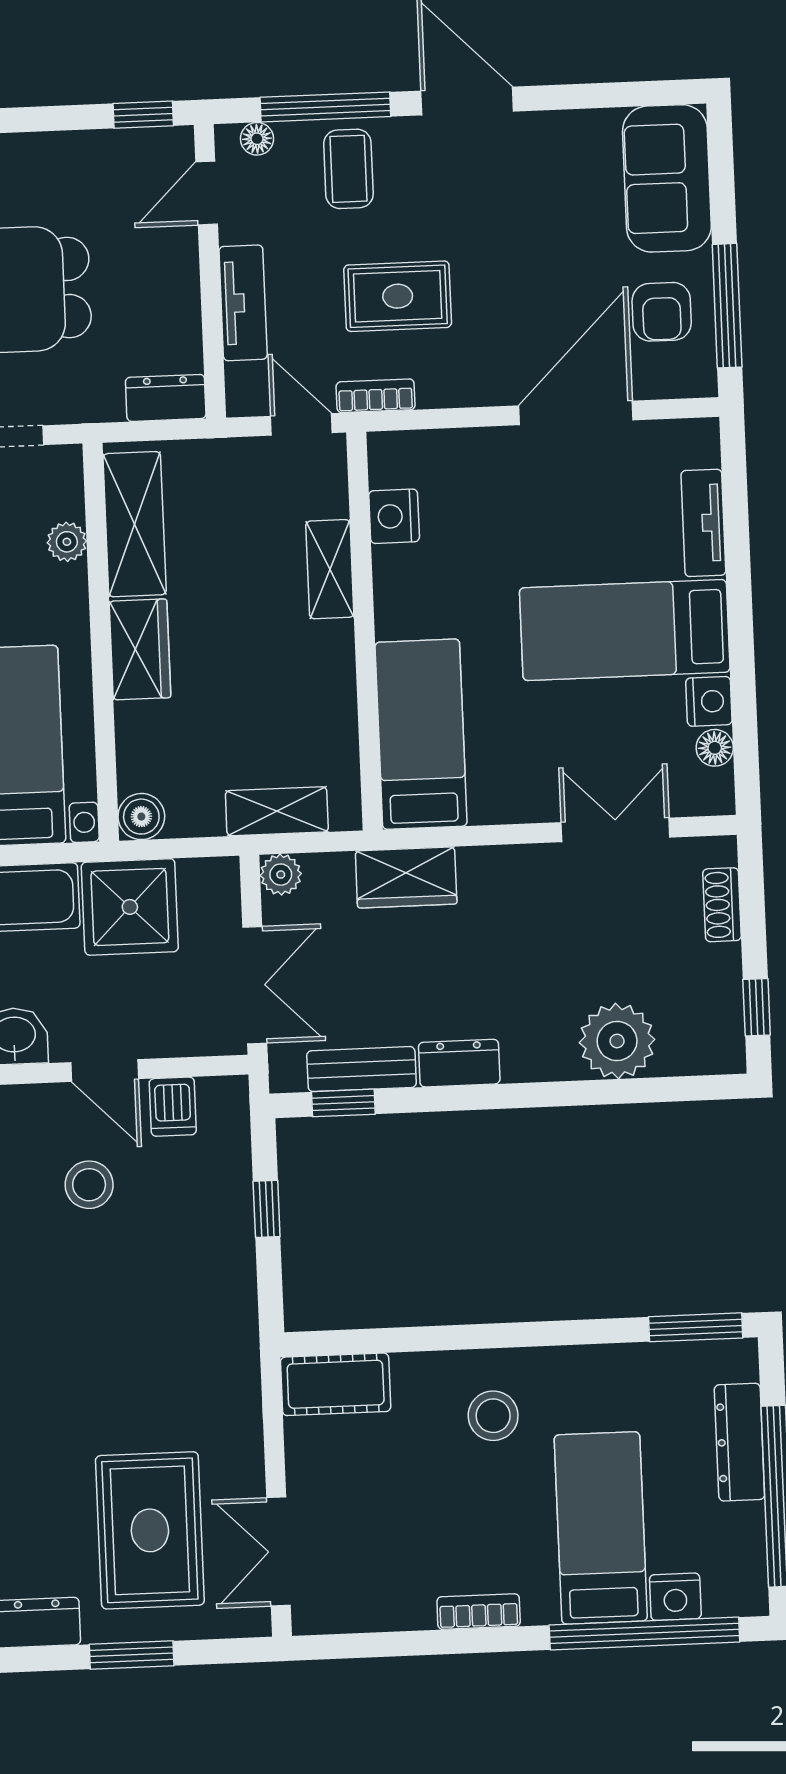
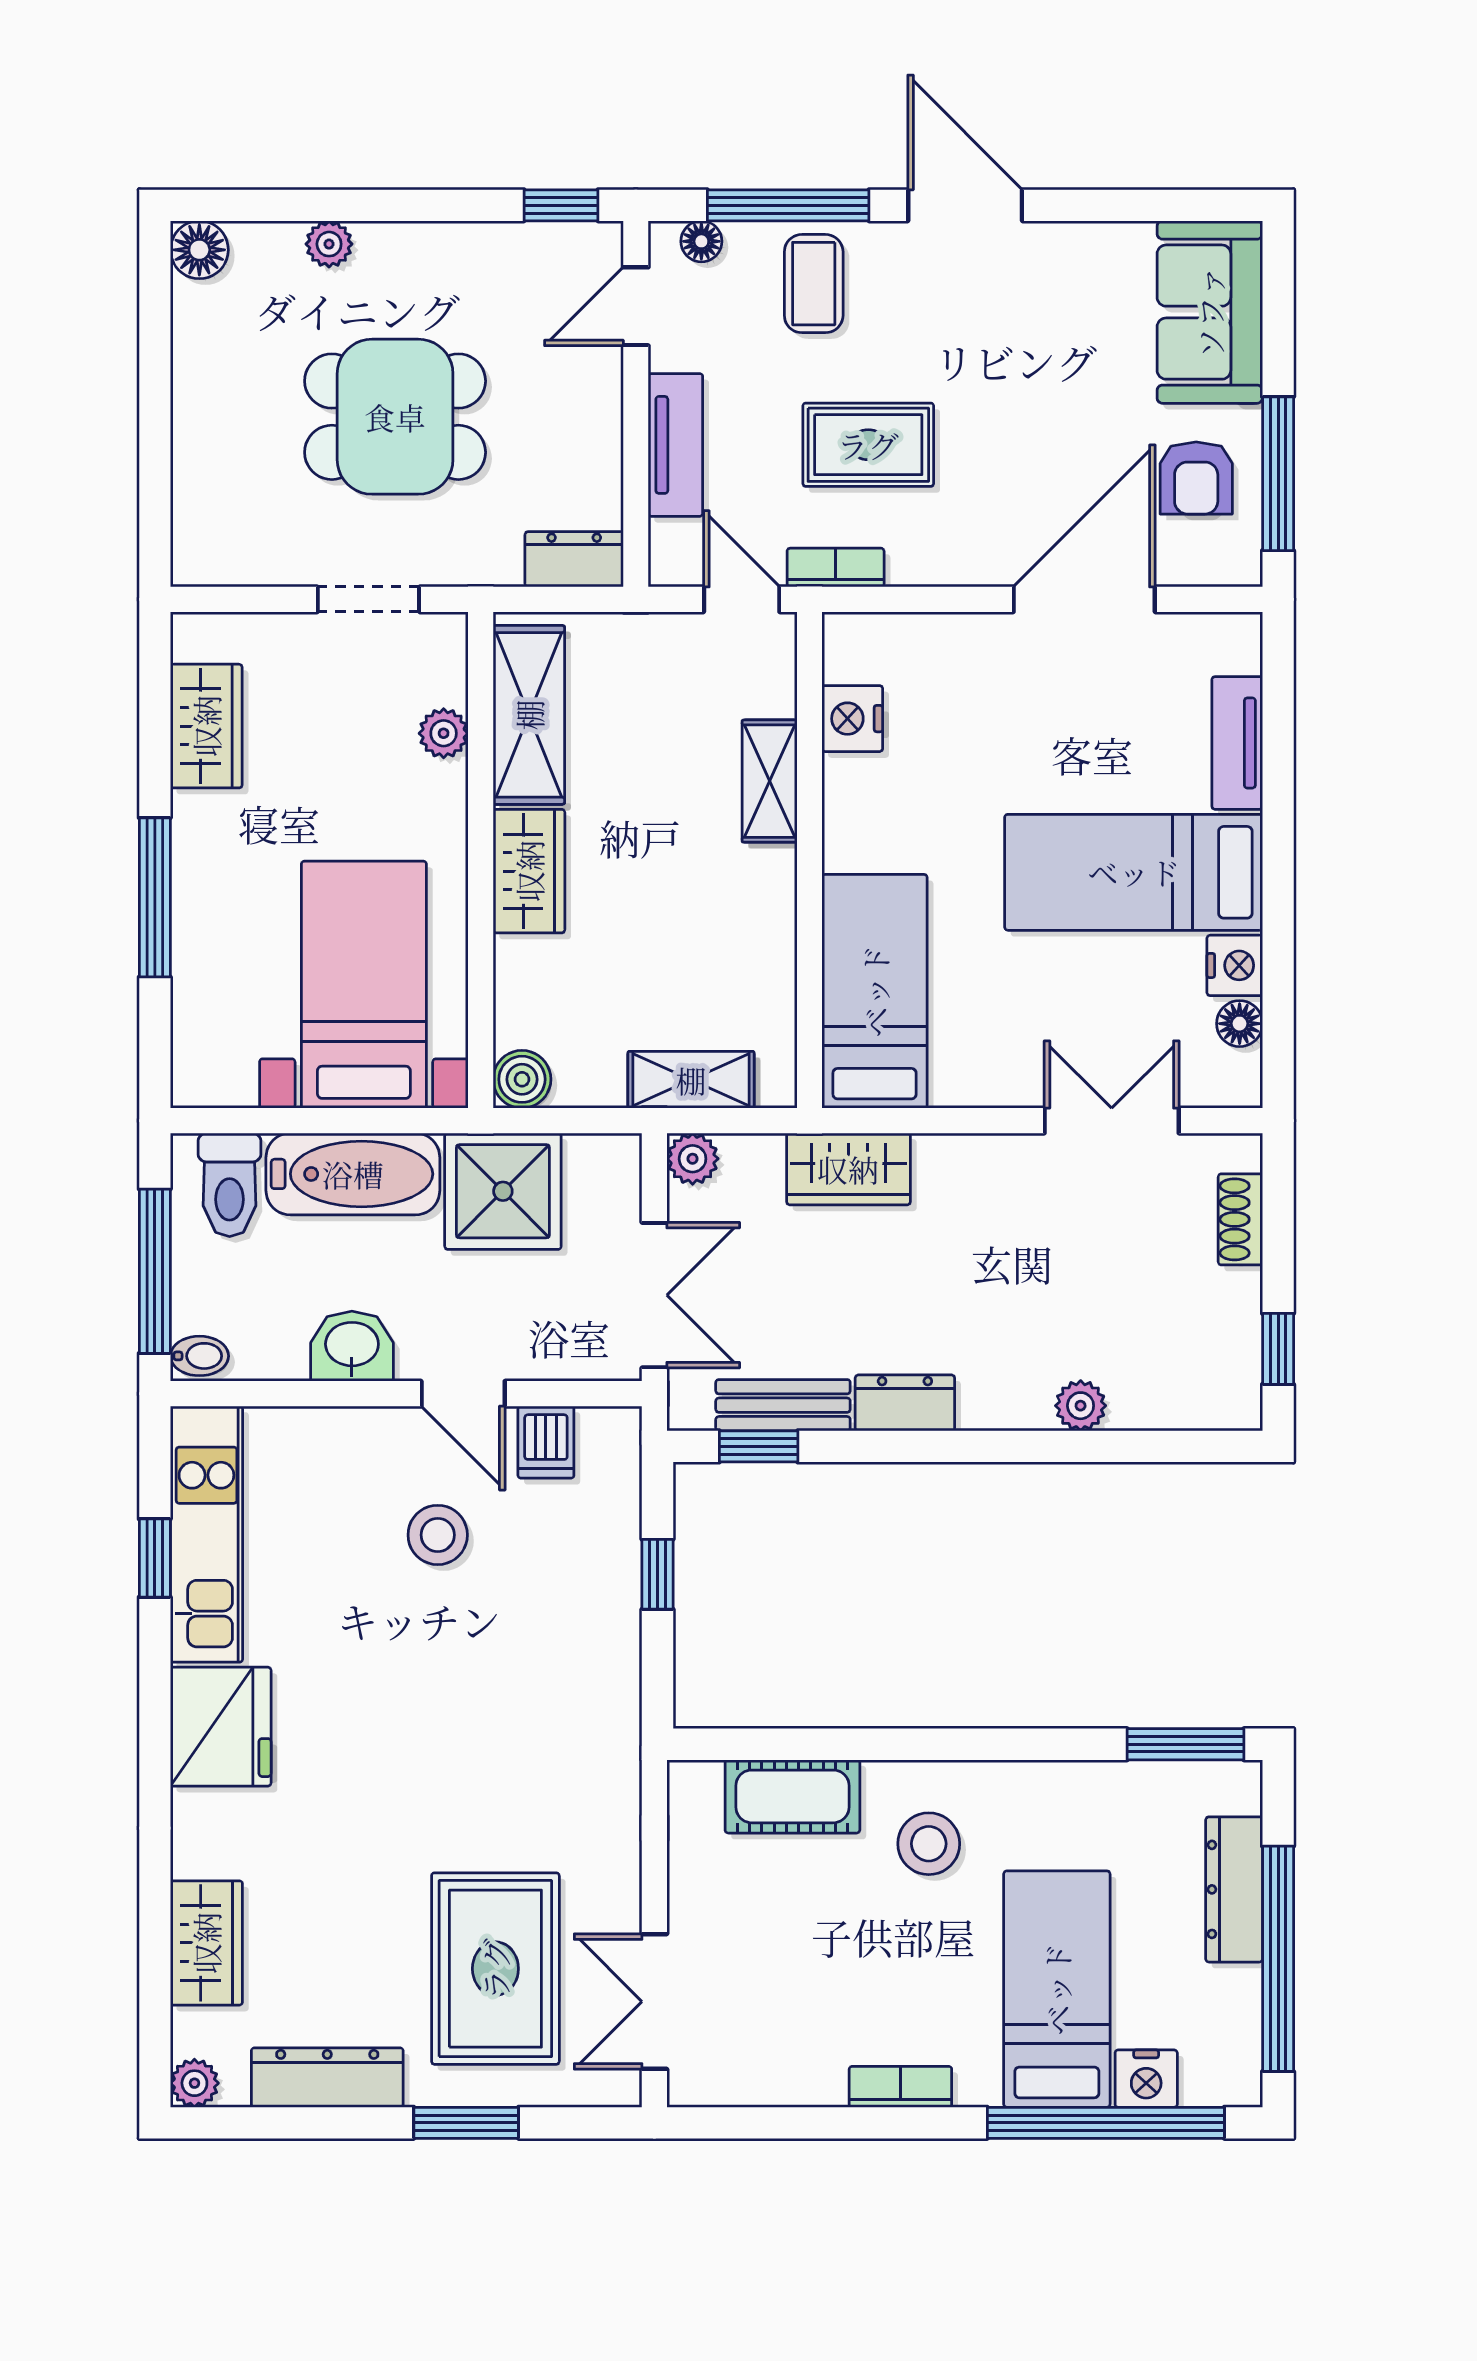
plant: (617, 1041) -> (1081, 1406), width x0.53, depth x0.53
cot: (336, 1384) -> (792, 1796), moved

